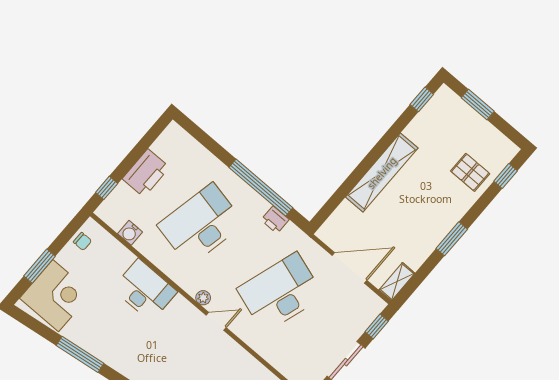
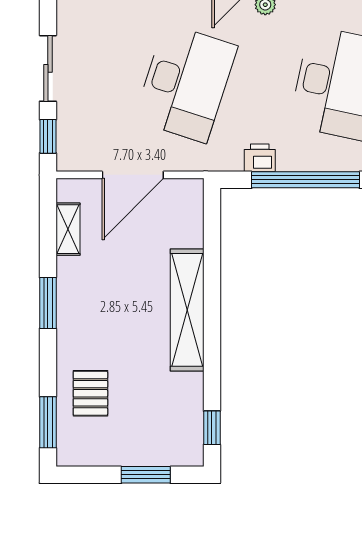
pallet: (470, 172) -> (90, 393), turned 90
window: (506, 176) -> (48, 422), width x1.50
shelving: (397, 282) -> (68, 229), moved

